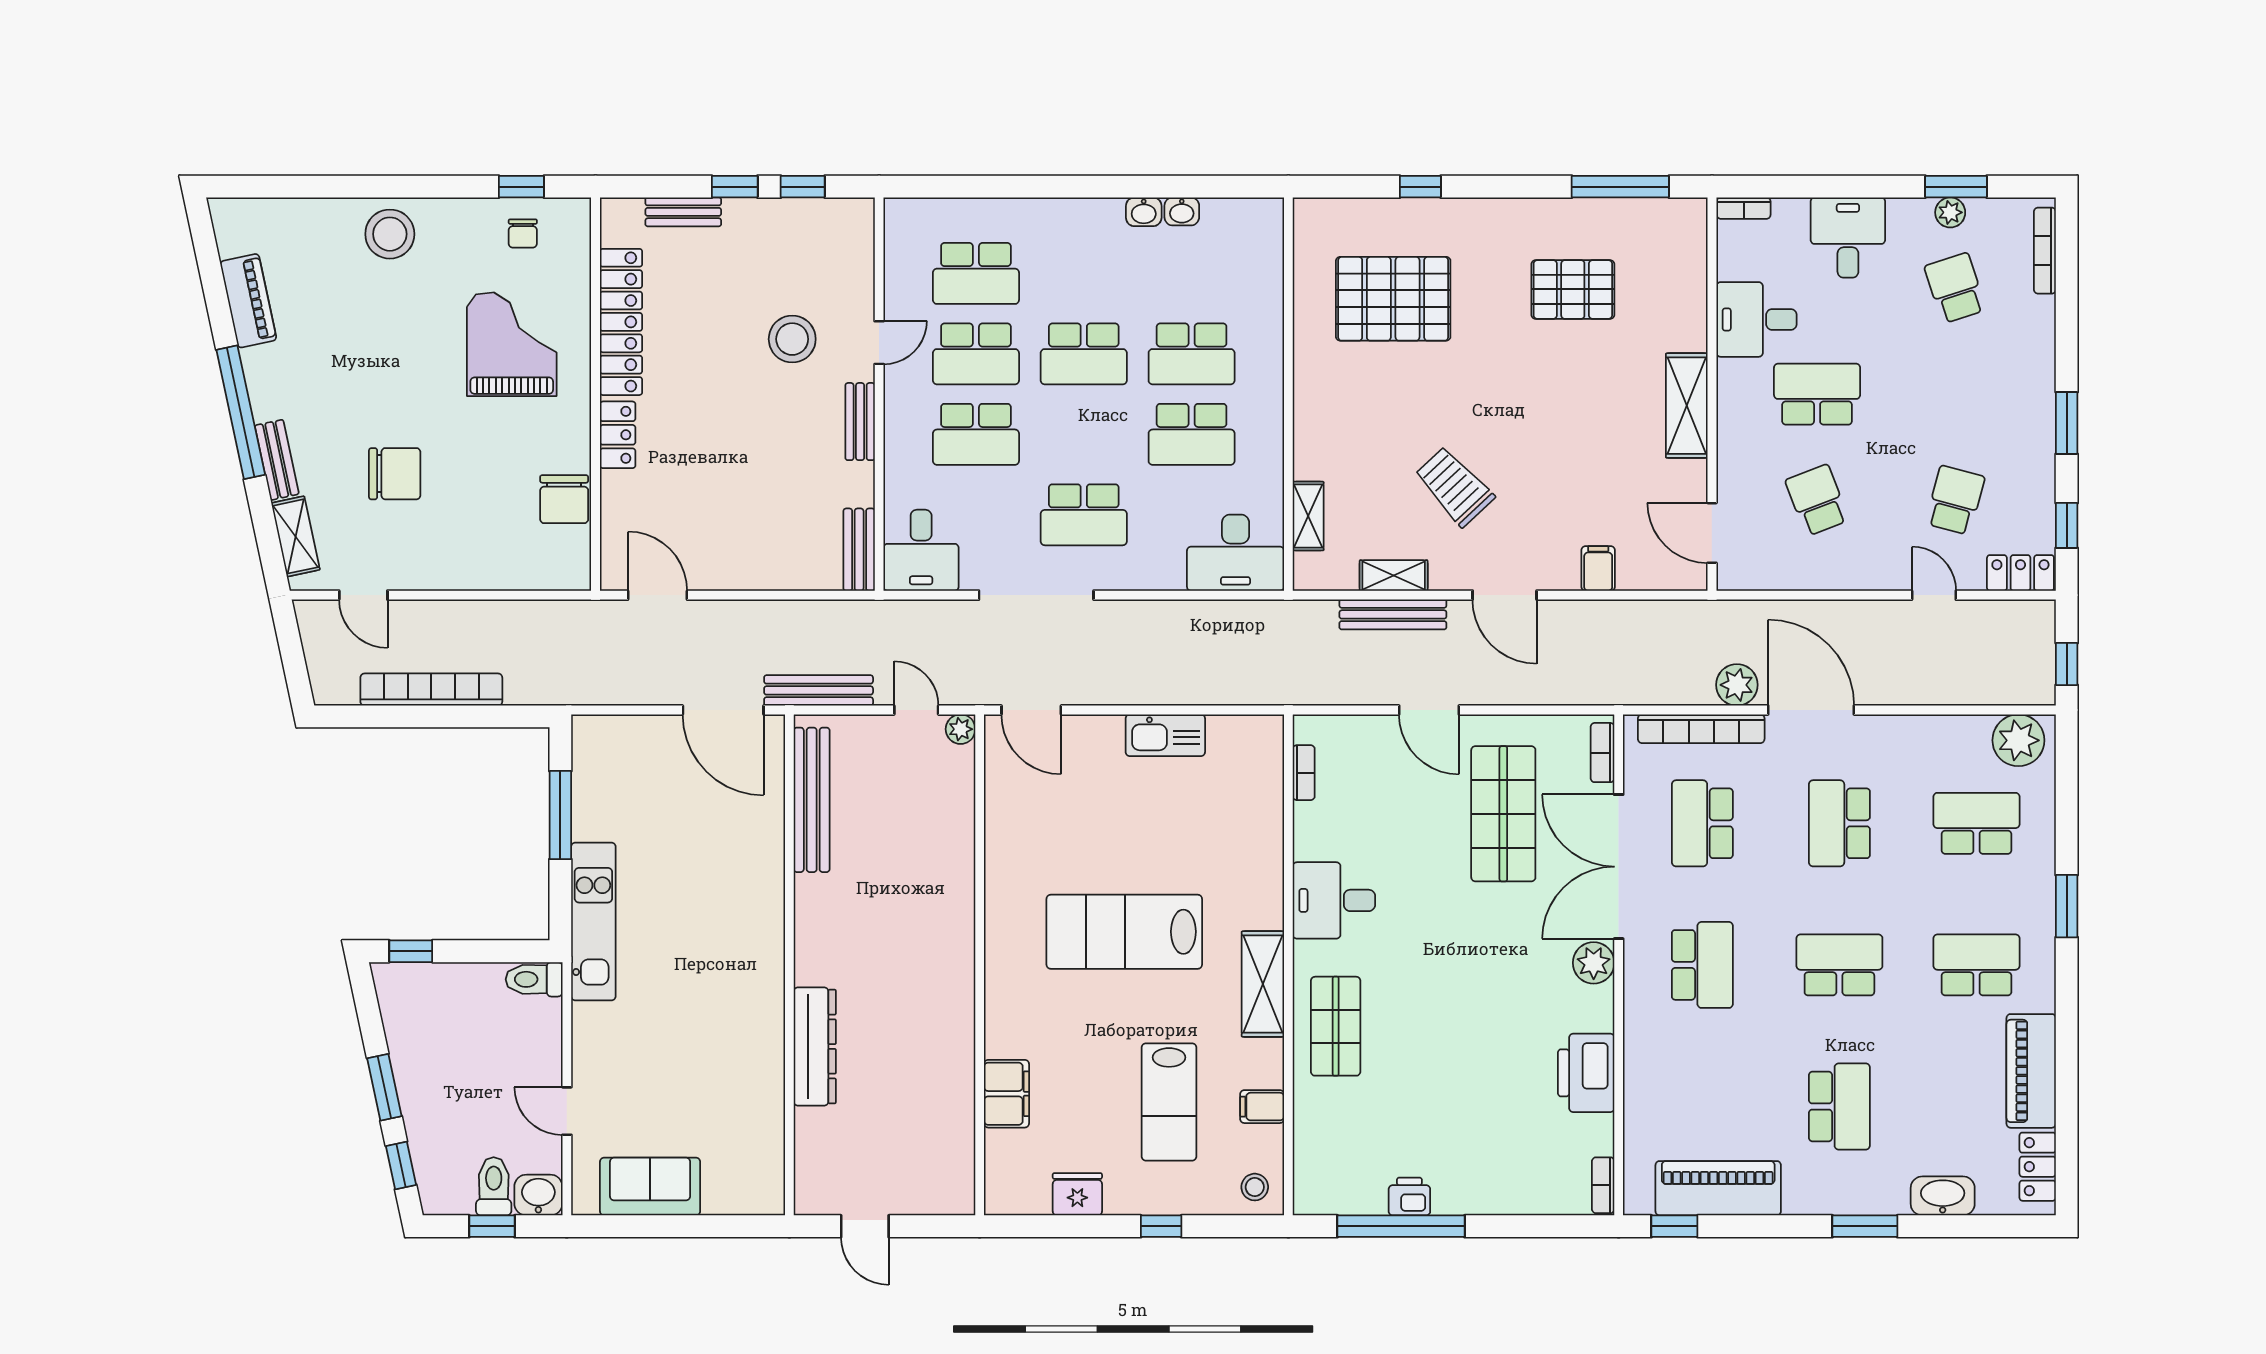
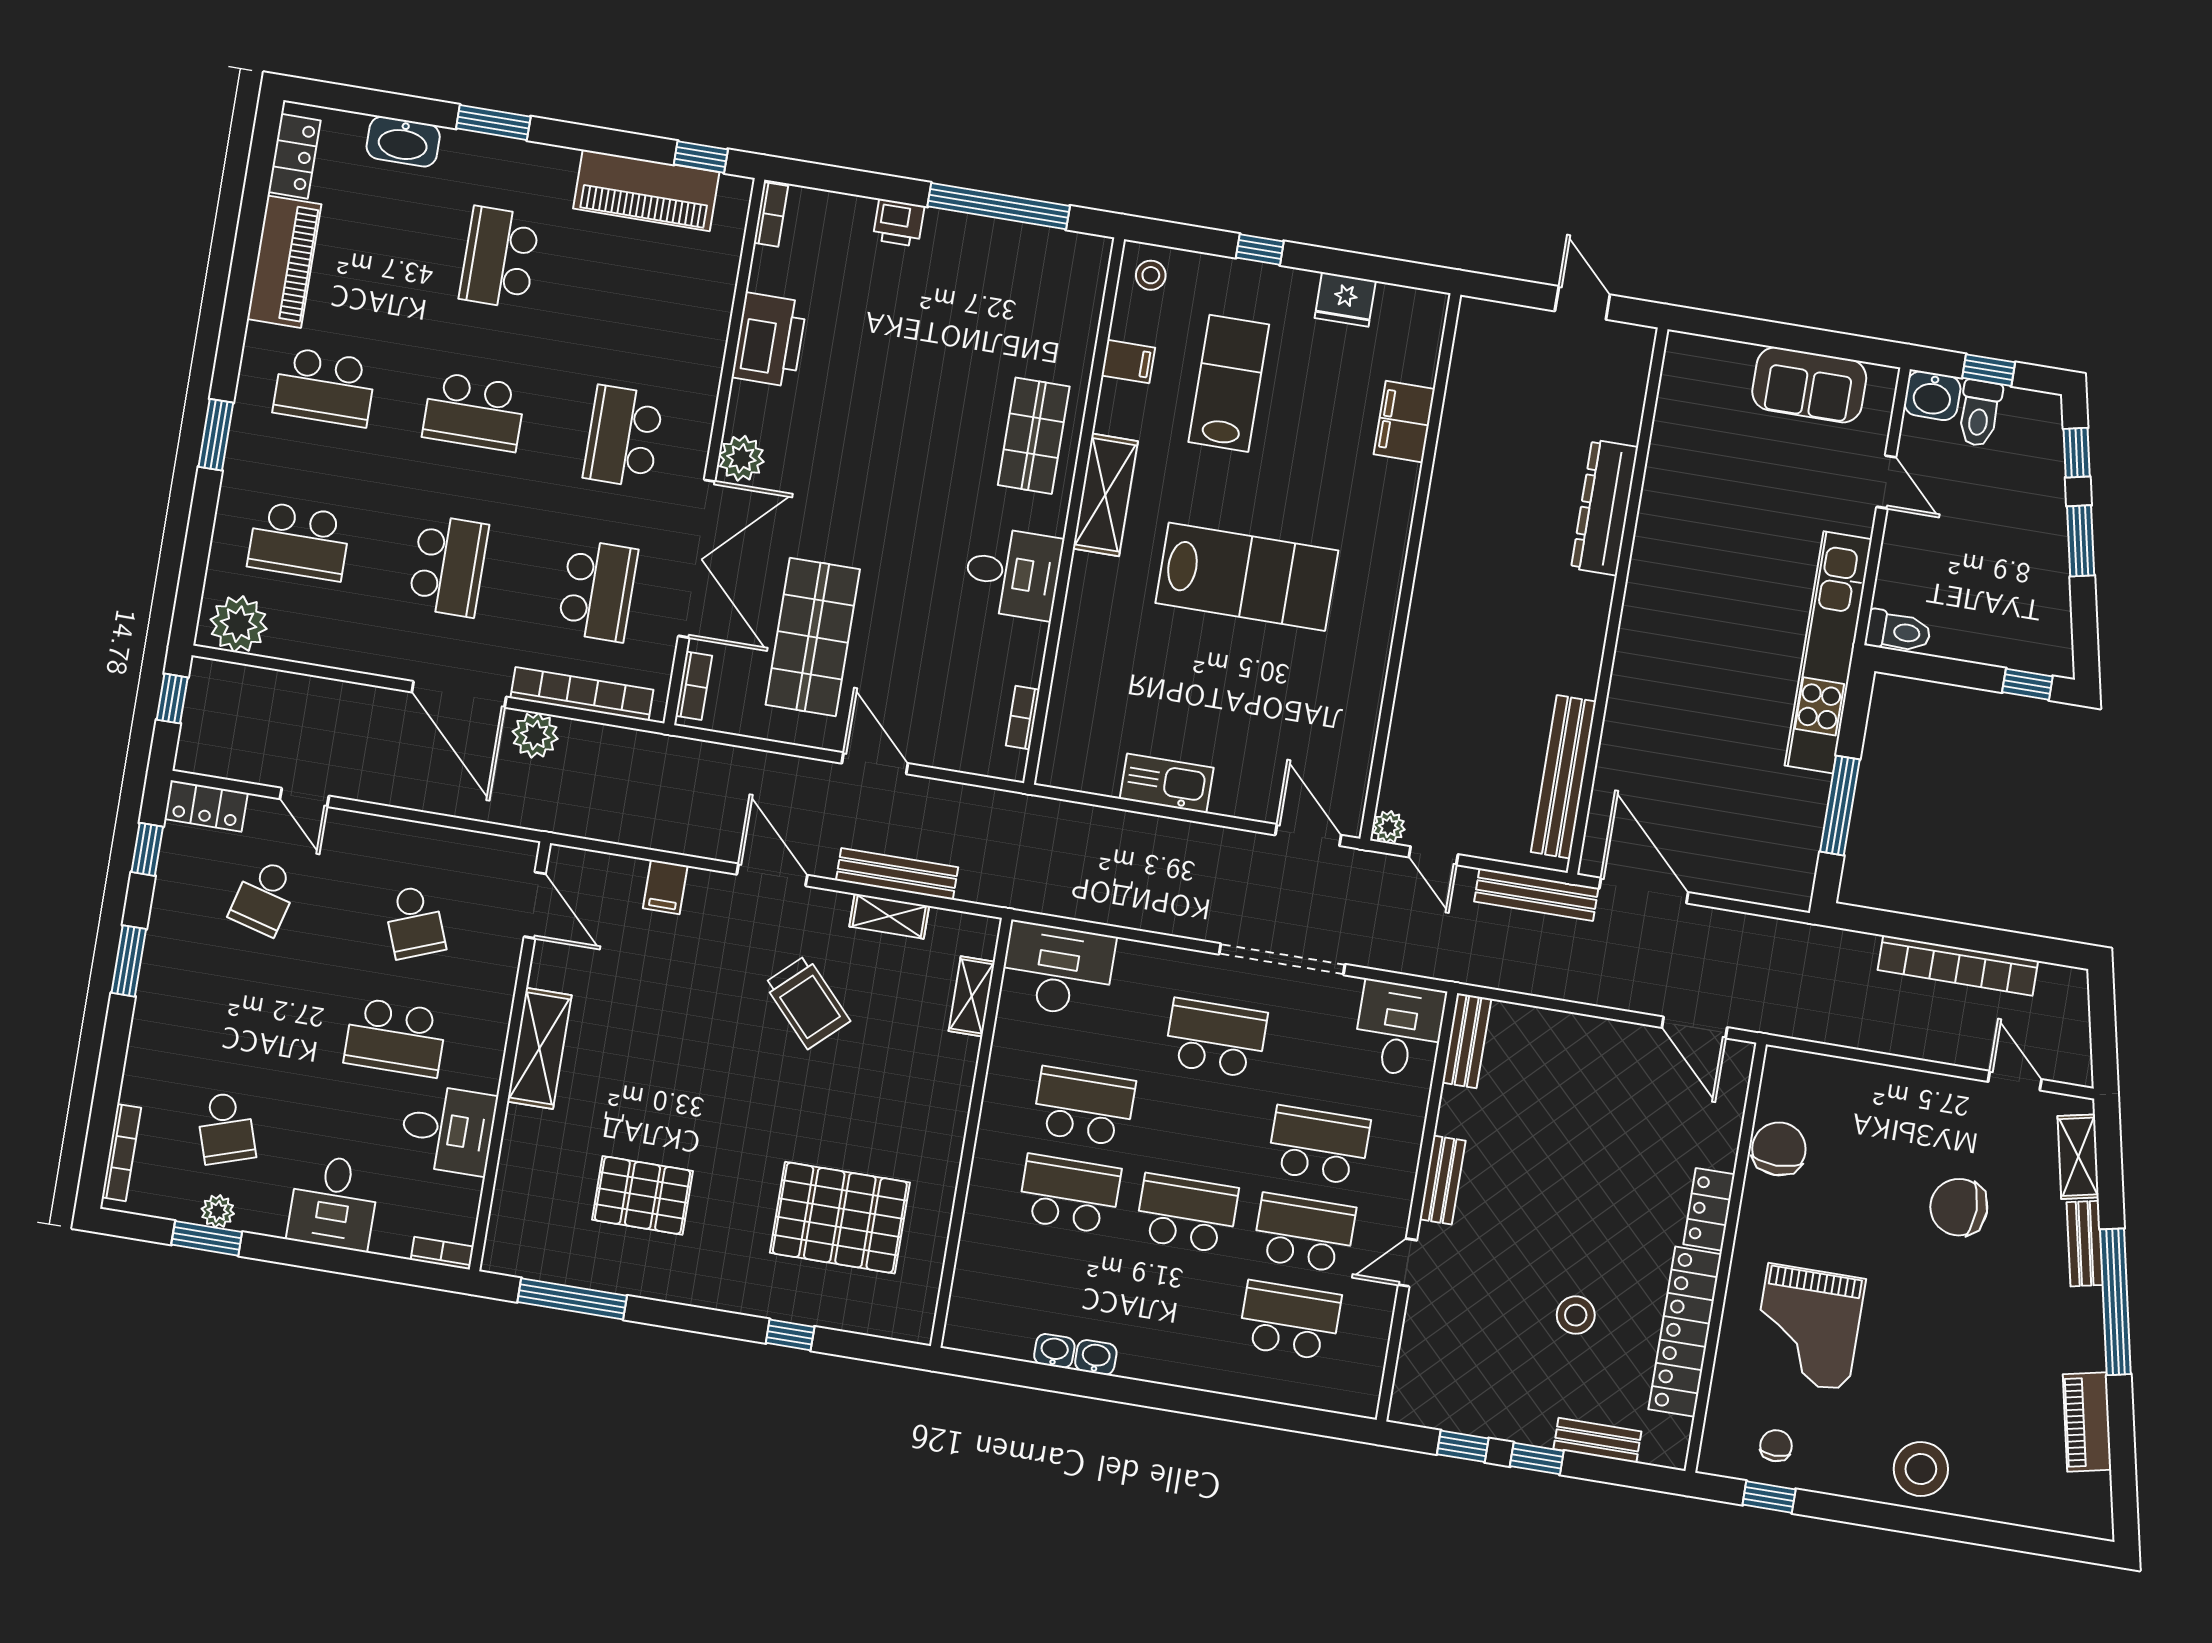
stool: (792, 339) -> (1576, 1315), moved, width x0.73, depth x0.73
kitchen unit: (593, 921) -> (1828, 652), width x1.36
printer: (1409, 1197) -> (899, 223), moved

